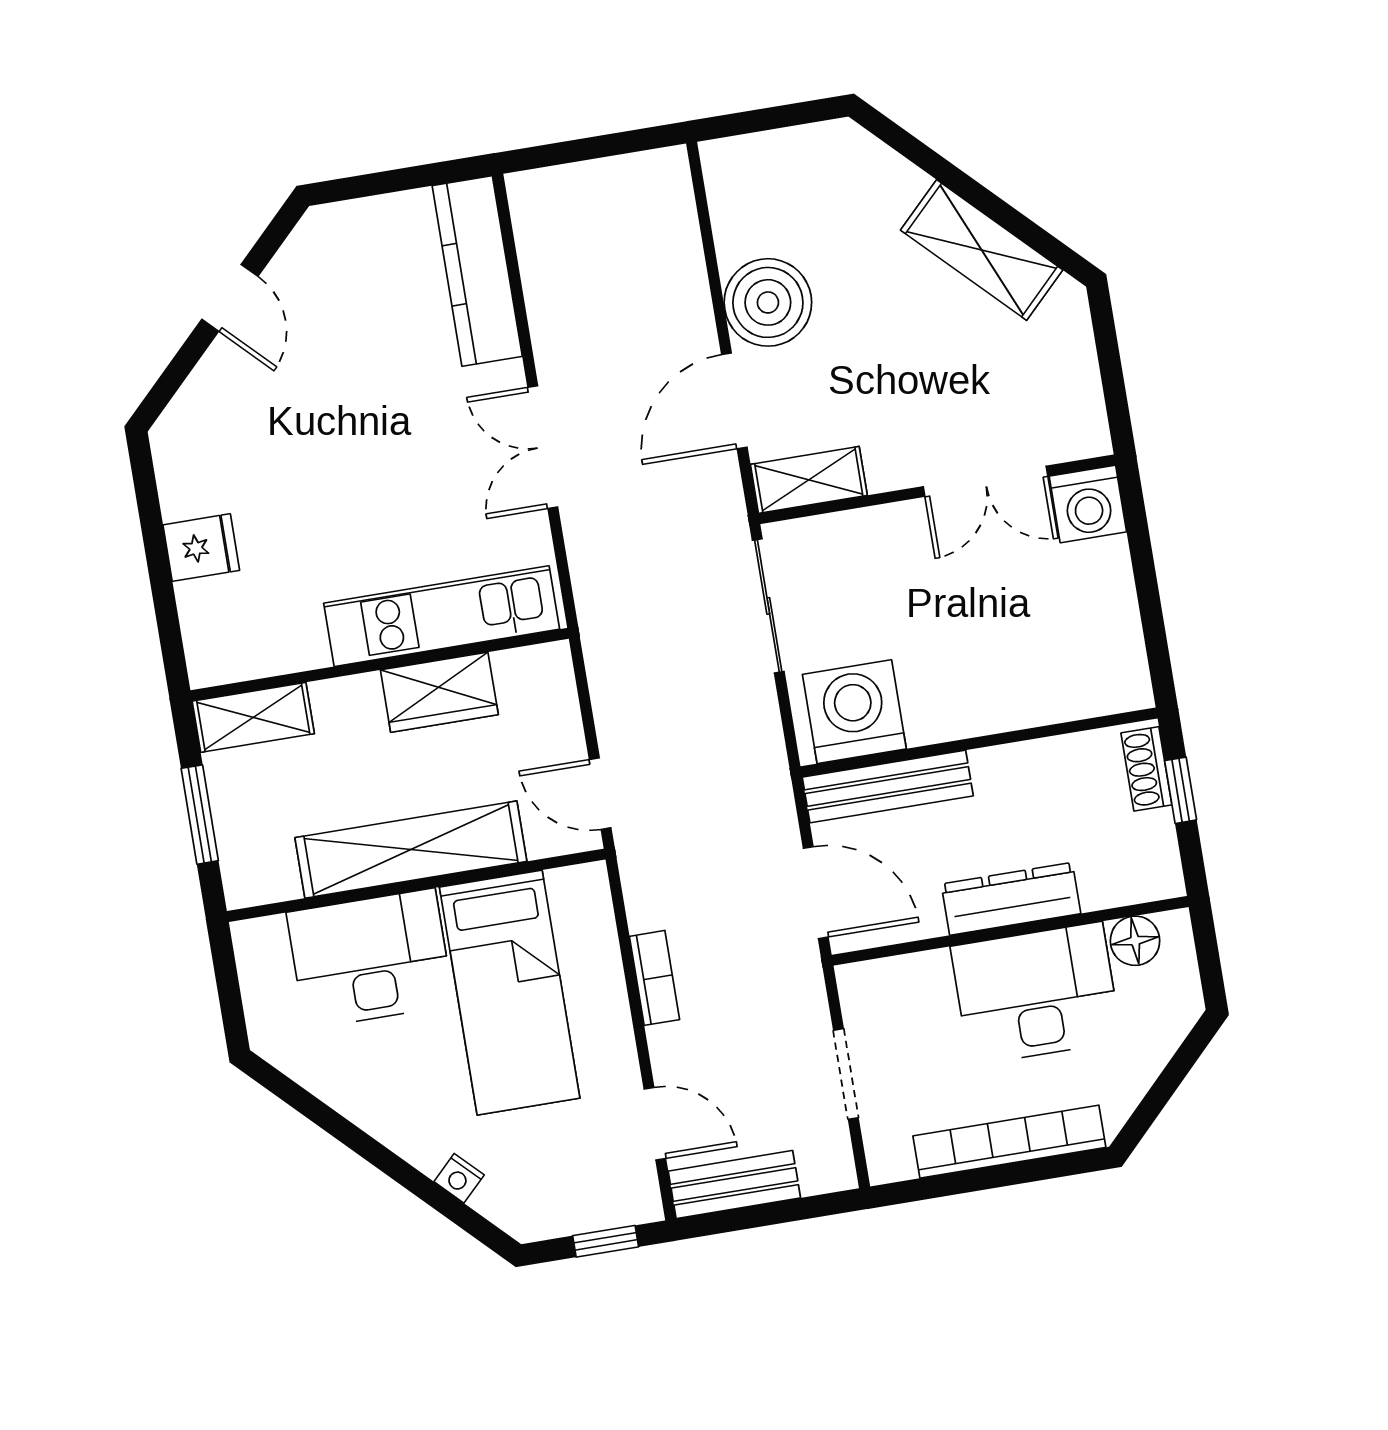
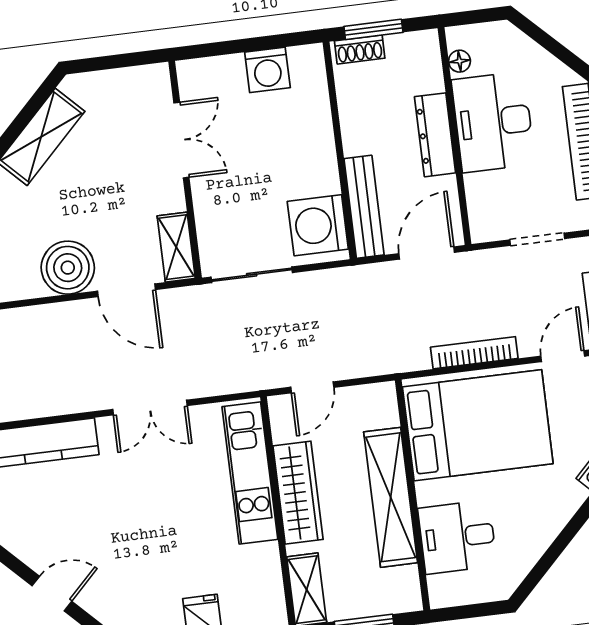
washing machine: (1088, 504) -> (267, 70), moved, turned 90
wardrobe: (439, 692) -> (298, 493), width x1.50
window: (1181, 790) -> (373, 29), width x1.50
door: (600, 794) -> (312, 387), moved
floor lamp: (1135, 941) -> (459, 61), width x0.73, depth x0.73
desk: (370, 959) -> (457, 537), width x0.73
bookcase: (655, 978) -> (474, 353), width x1.56
bed: (510, 993) -> (478, 425), width x1.50

